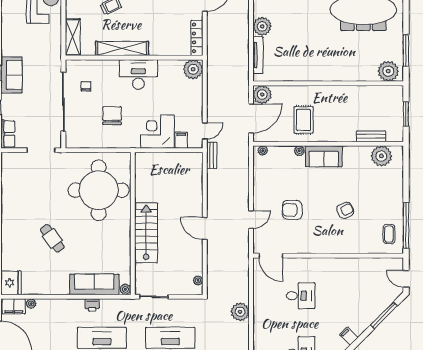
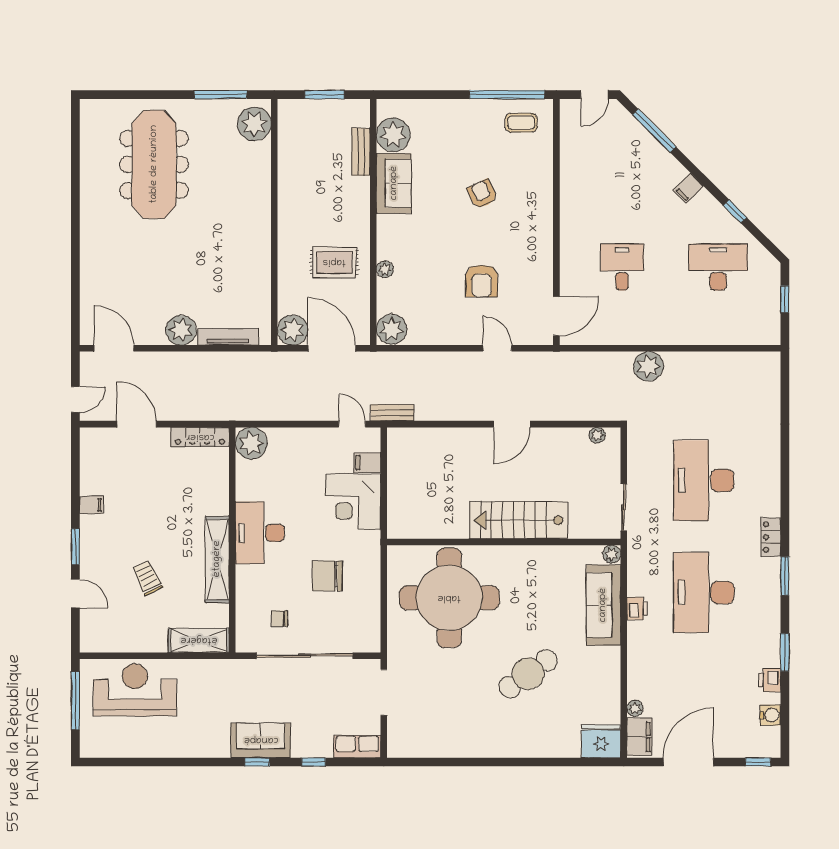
plant: (263, 151) -> (392, 329), width x1.88, depth x1.88
sofa: (324, 156) -> (394, 183), moved
cafe table: (52, 238) -> (528, 674), width x1.37, depth x1.35

